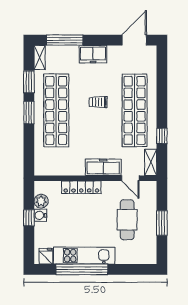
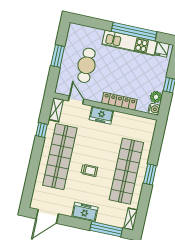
window: (29, 82) -> (144, 200), removed
freezer: (103, 167) -> (101, 115), width x0.71
water cooler: (40, 215) -> (154, 109), moved

